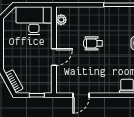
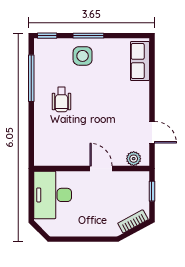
plant: (61, 20) -> (134, 159), moved
wheelchair: (93, 43) -> (61, 100), moved

